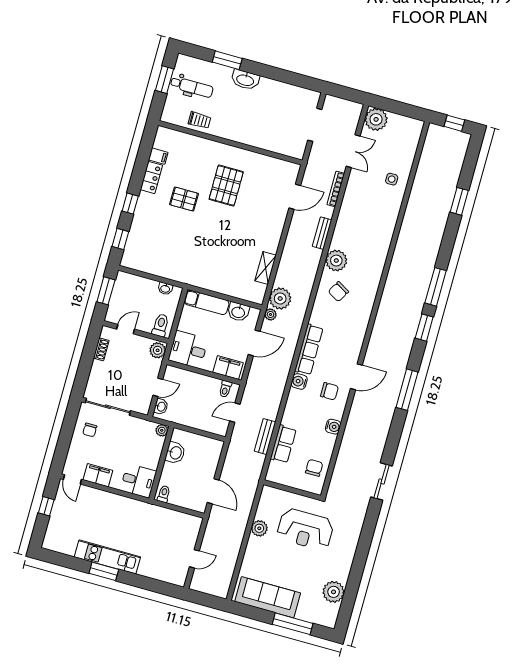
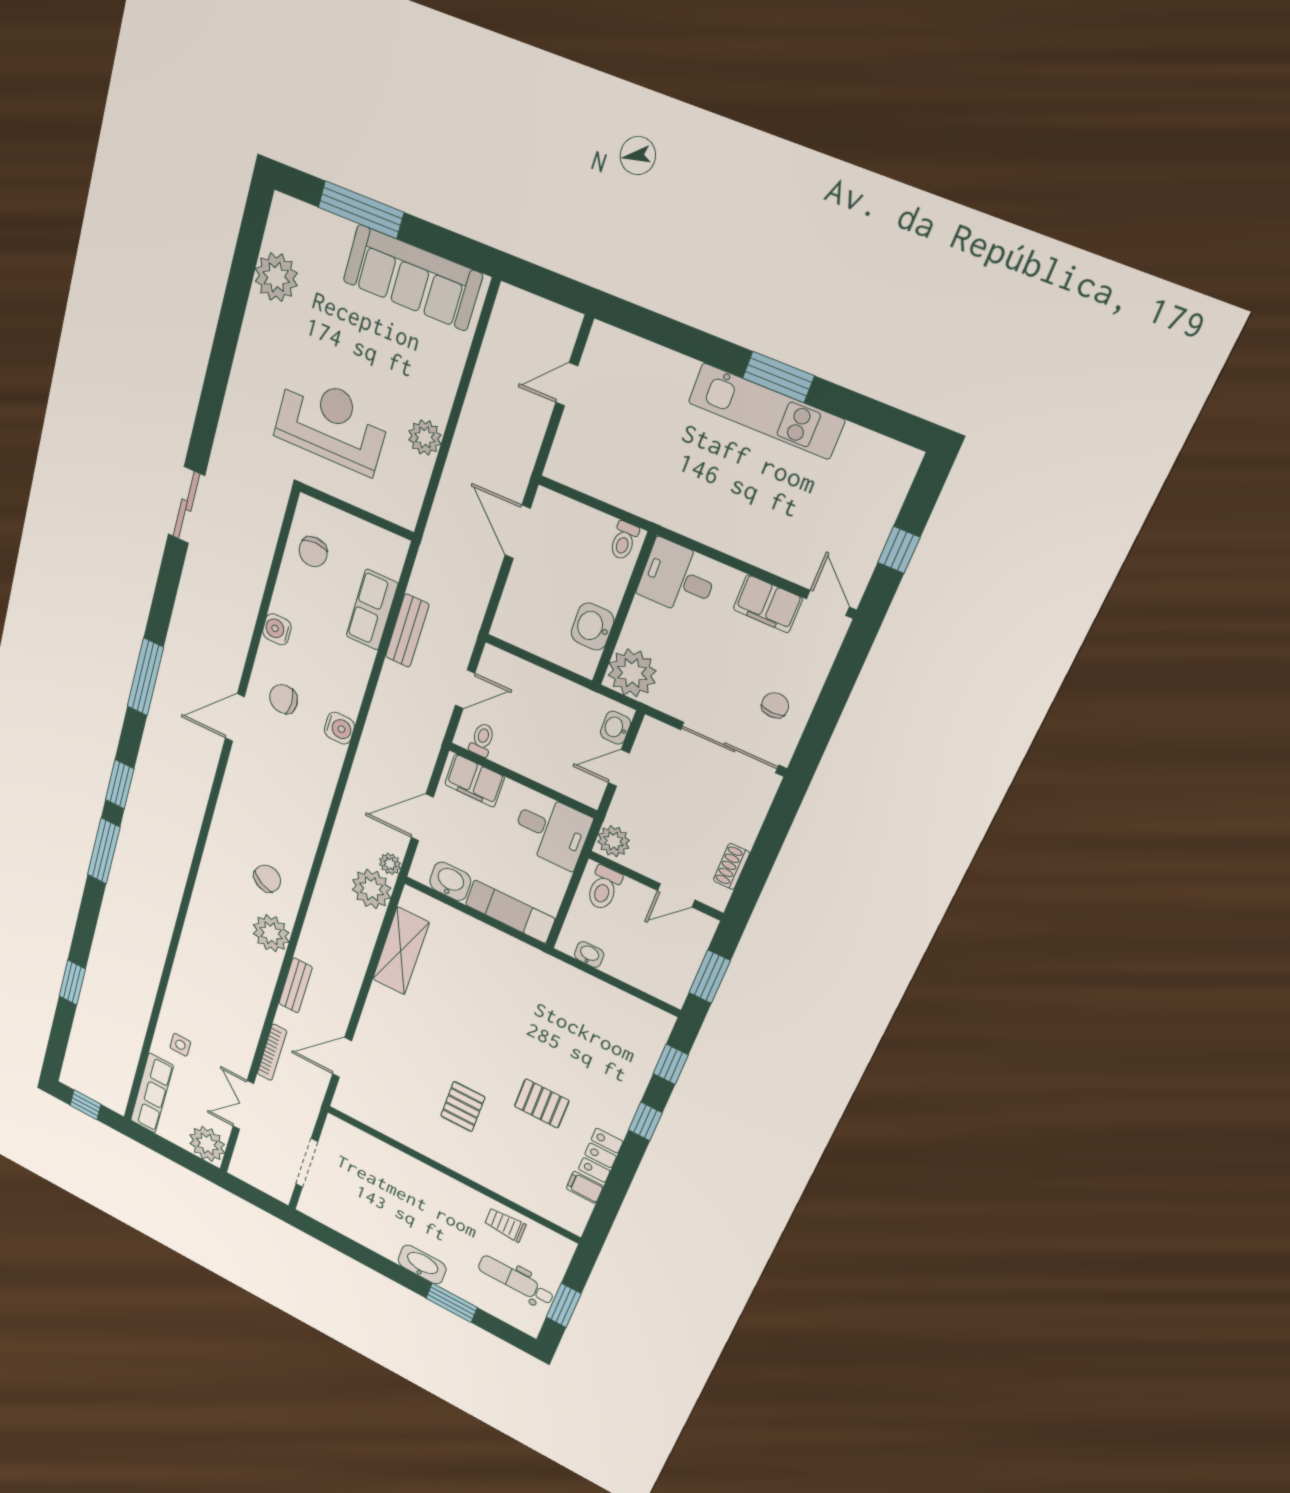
pallet: (226, 186) -> (463, 1107), width x0.67, depth x0.71
shelving: (266, 268) -> (401, 951), width x1.50, depth x1.33
row of seats: (309, 350) -> (152, 1093), moved, turned 180
plant: (162, 430) -> (632, 673), width x1.88, depth x1.88

